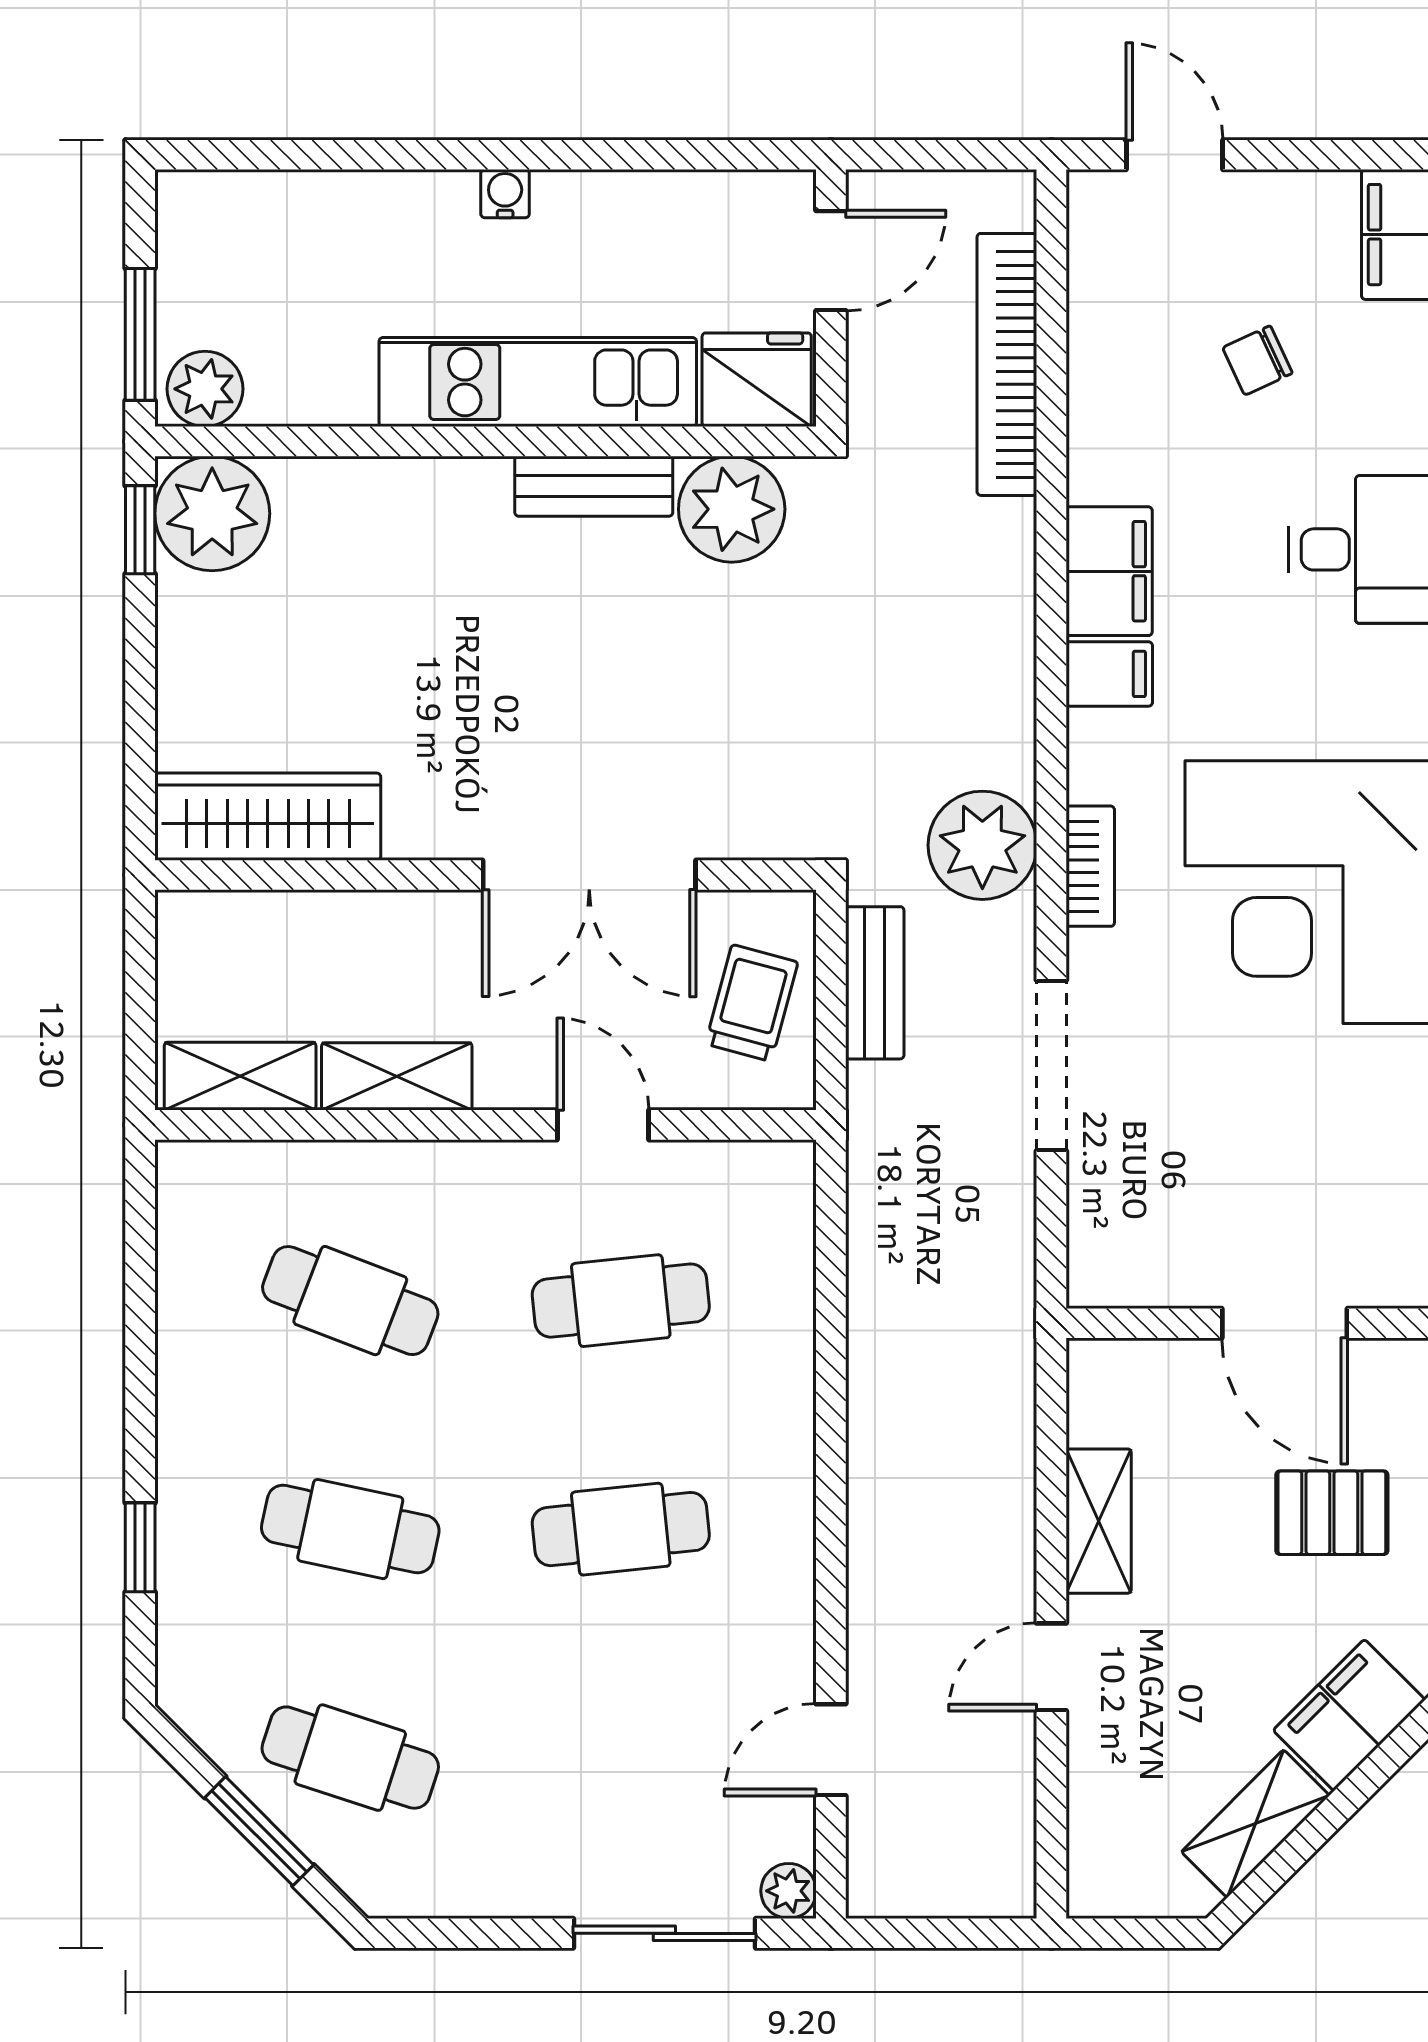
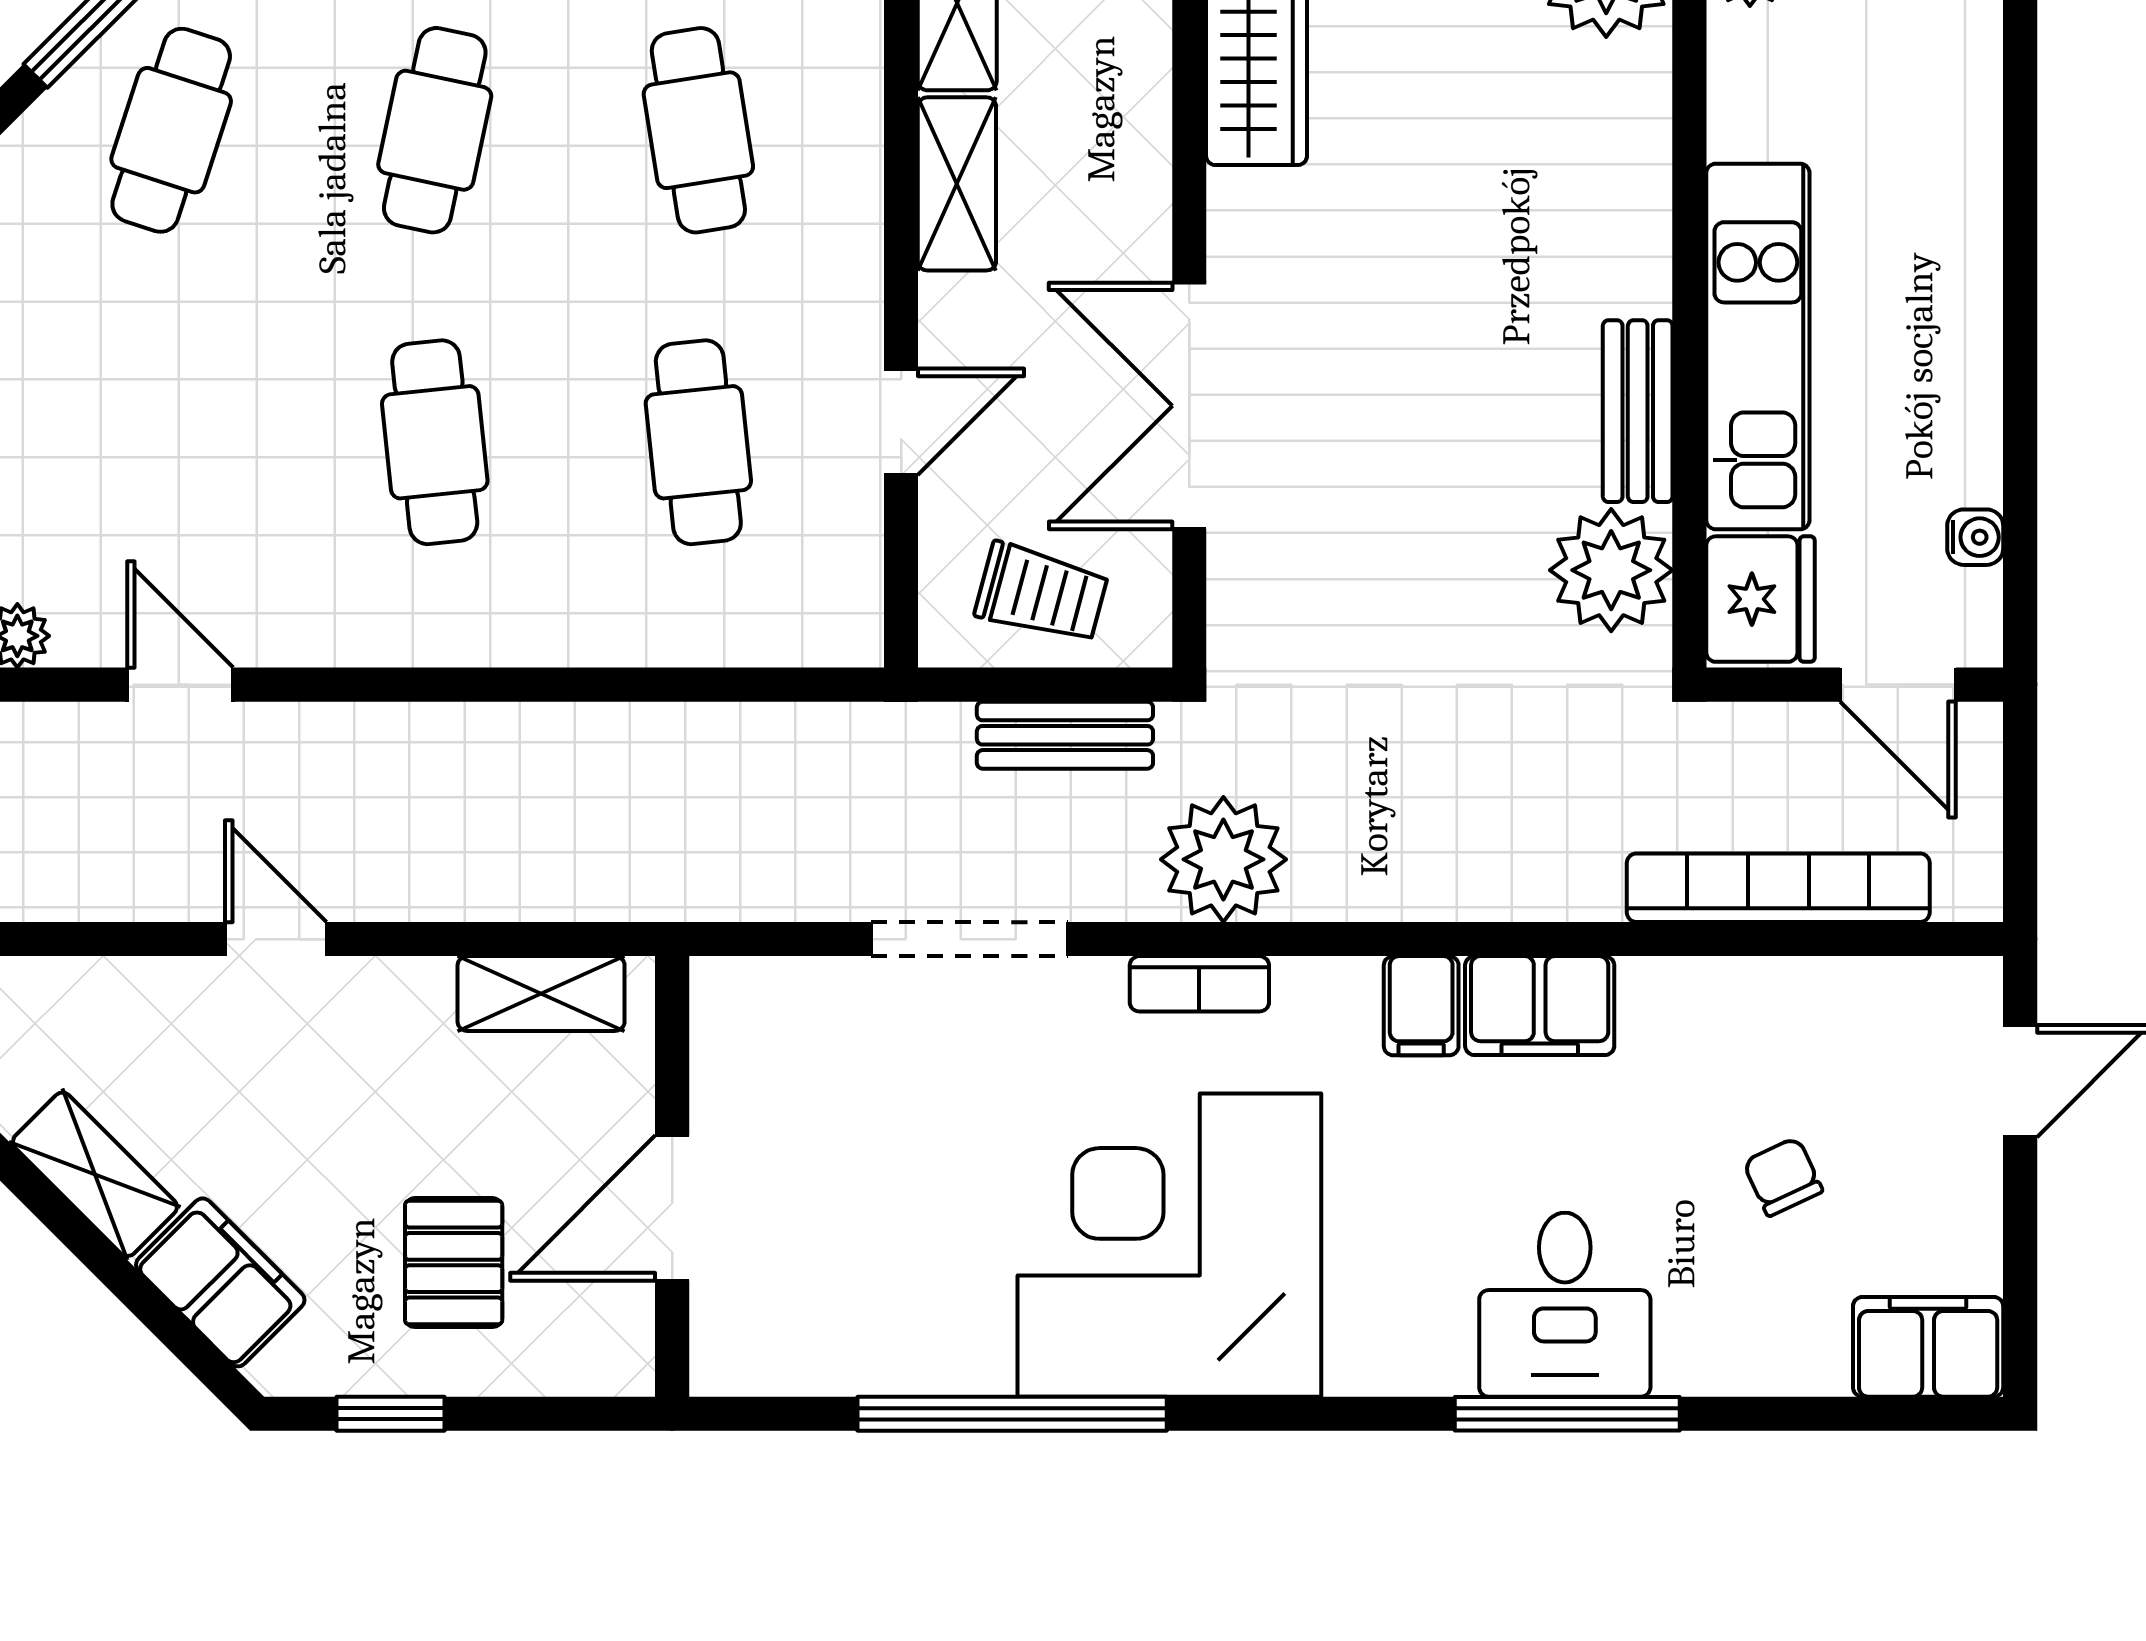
water cooler: (505, 194) -> (1975, 537), moved
cafe table: (350, 1301) -> (698, 130), turned -30
shelving: (1099, 1521) -> (541, 993), moved

